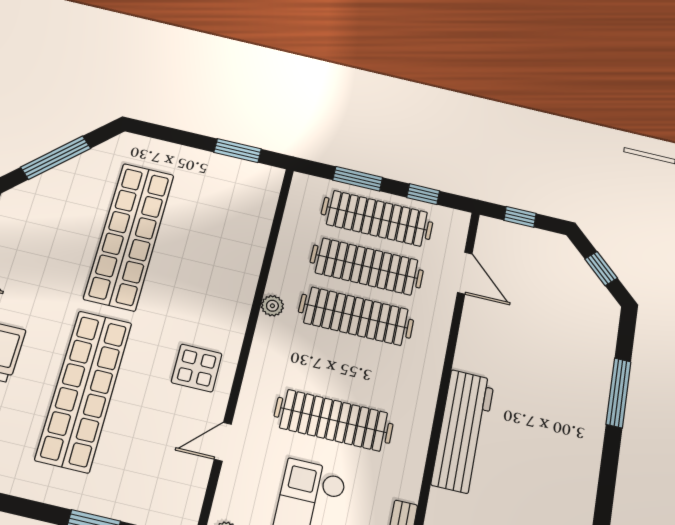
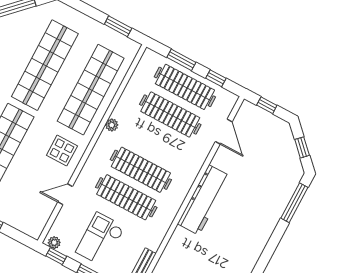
shop shelf: (219, 257) -> (91, 90), added
clothes rail: (356, 316) -> (141, 170), moved
window: (618, 393) -> (294, 203), moved
workbench: (463, 432) -> (204, 200), moved

